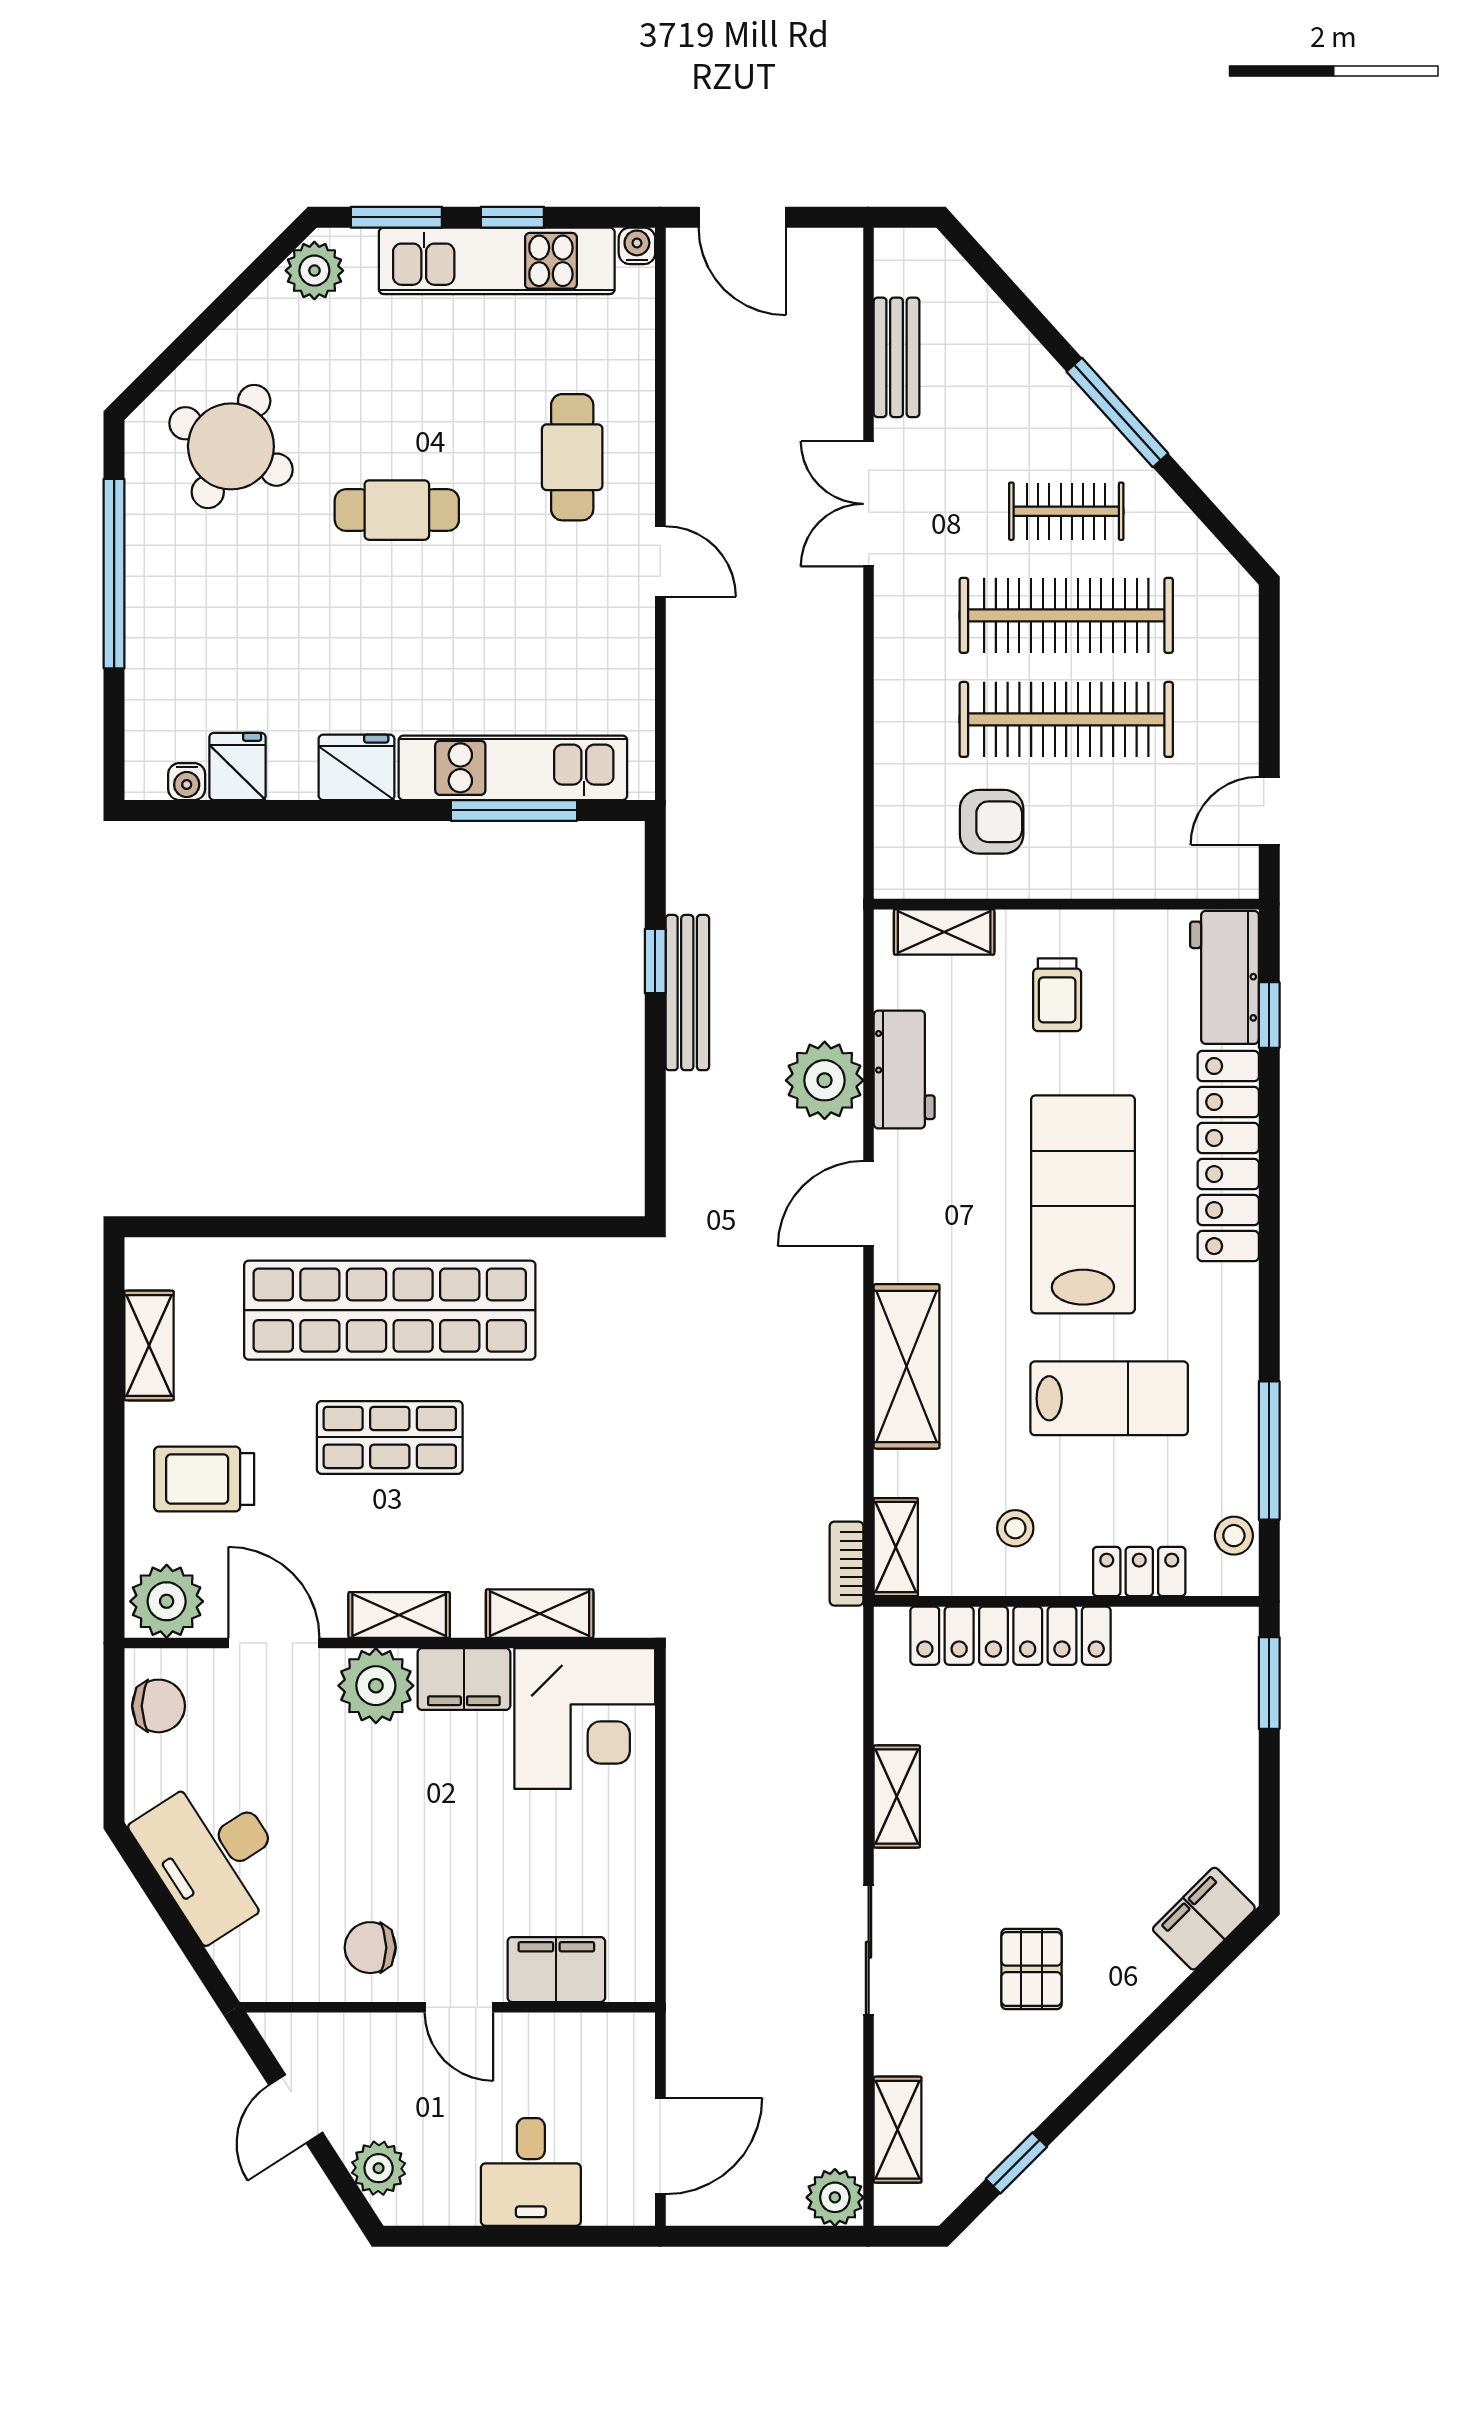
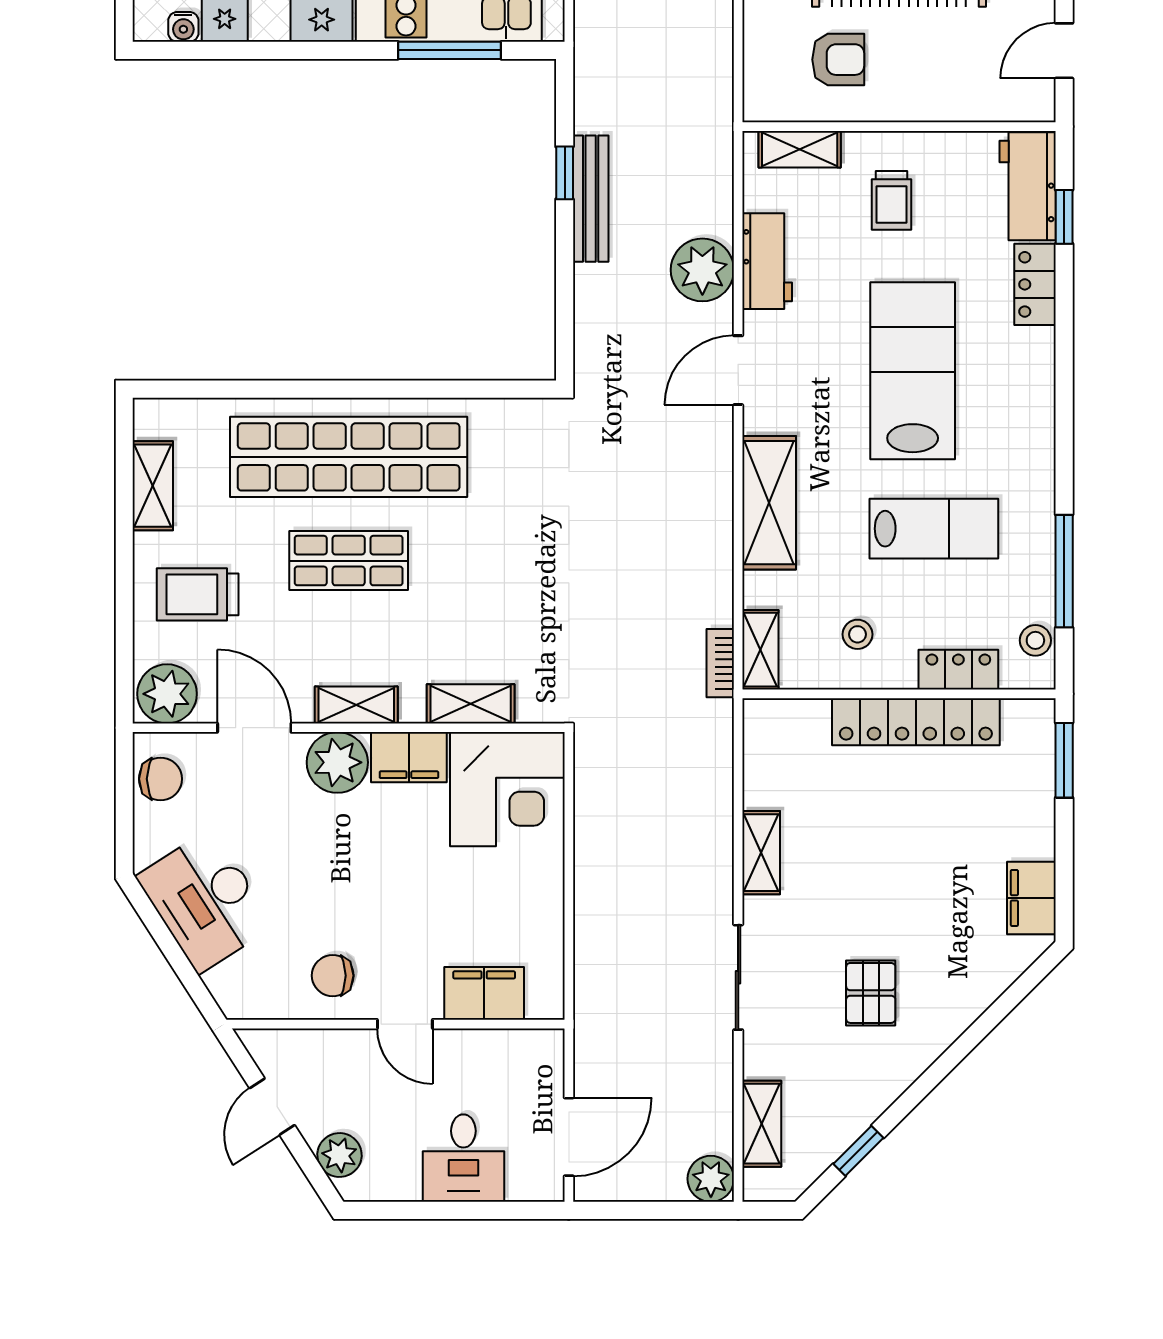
locker: (1228, 1156) -> (1035, 284), width x0.46, depth x0.83
locker: (1011, 1636) -> (916, 722), moved
filing cabinet: (1204, 1919) -> (1031, 898), moved, turned -45

